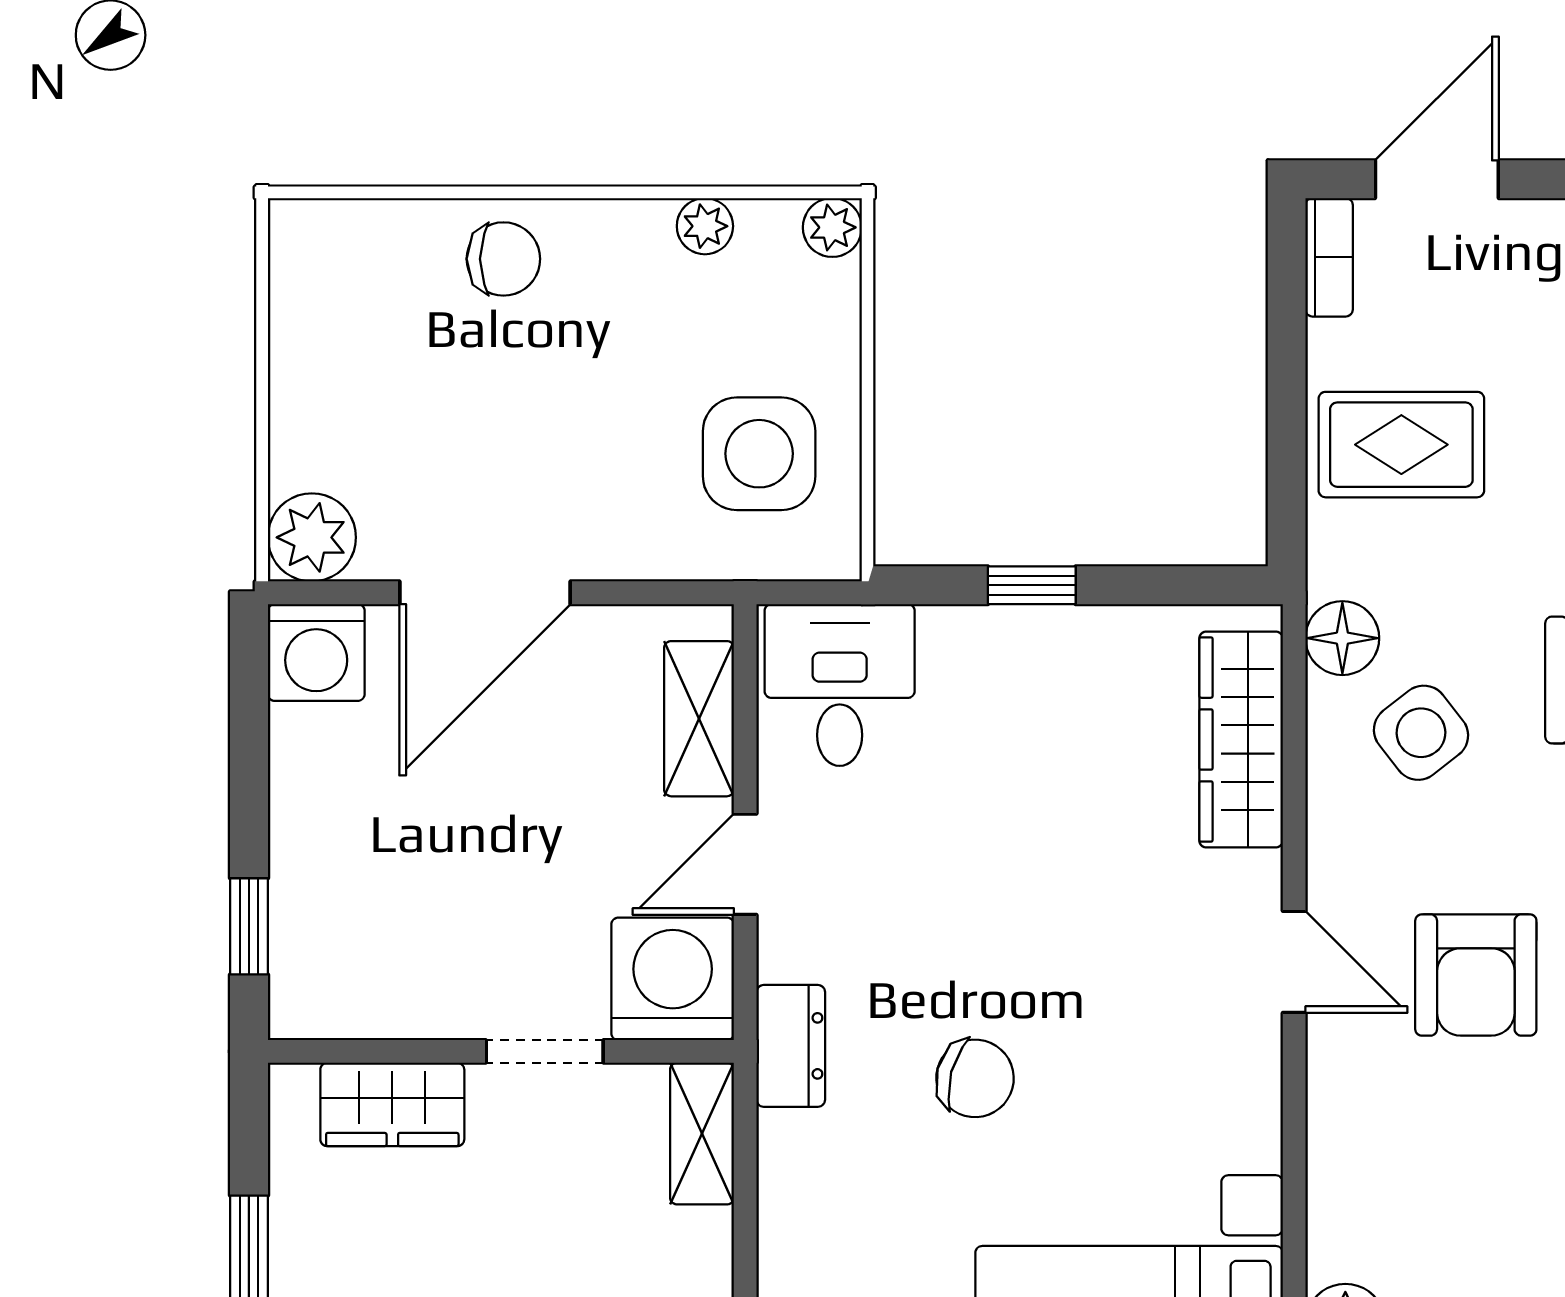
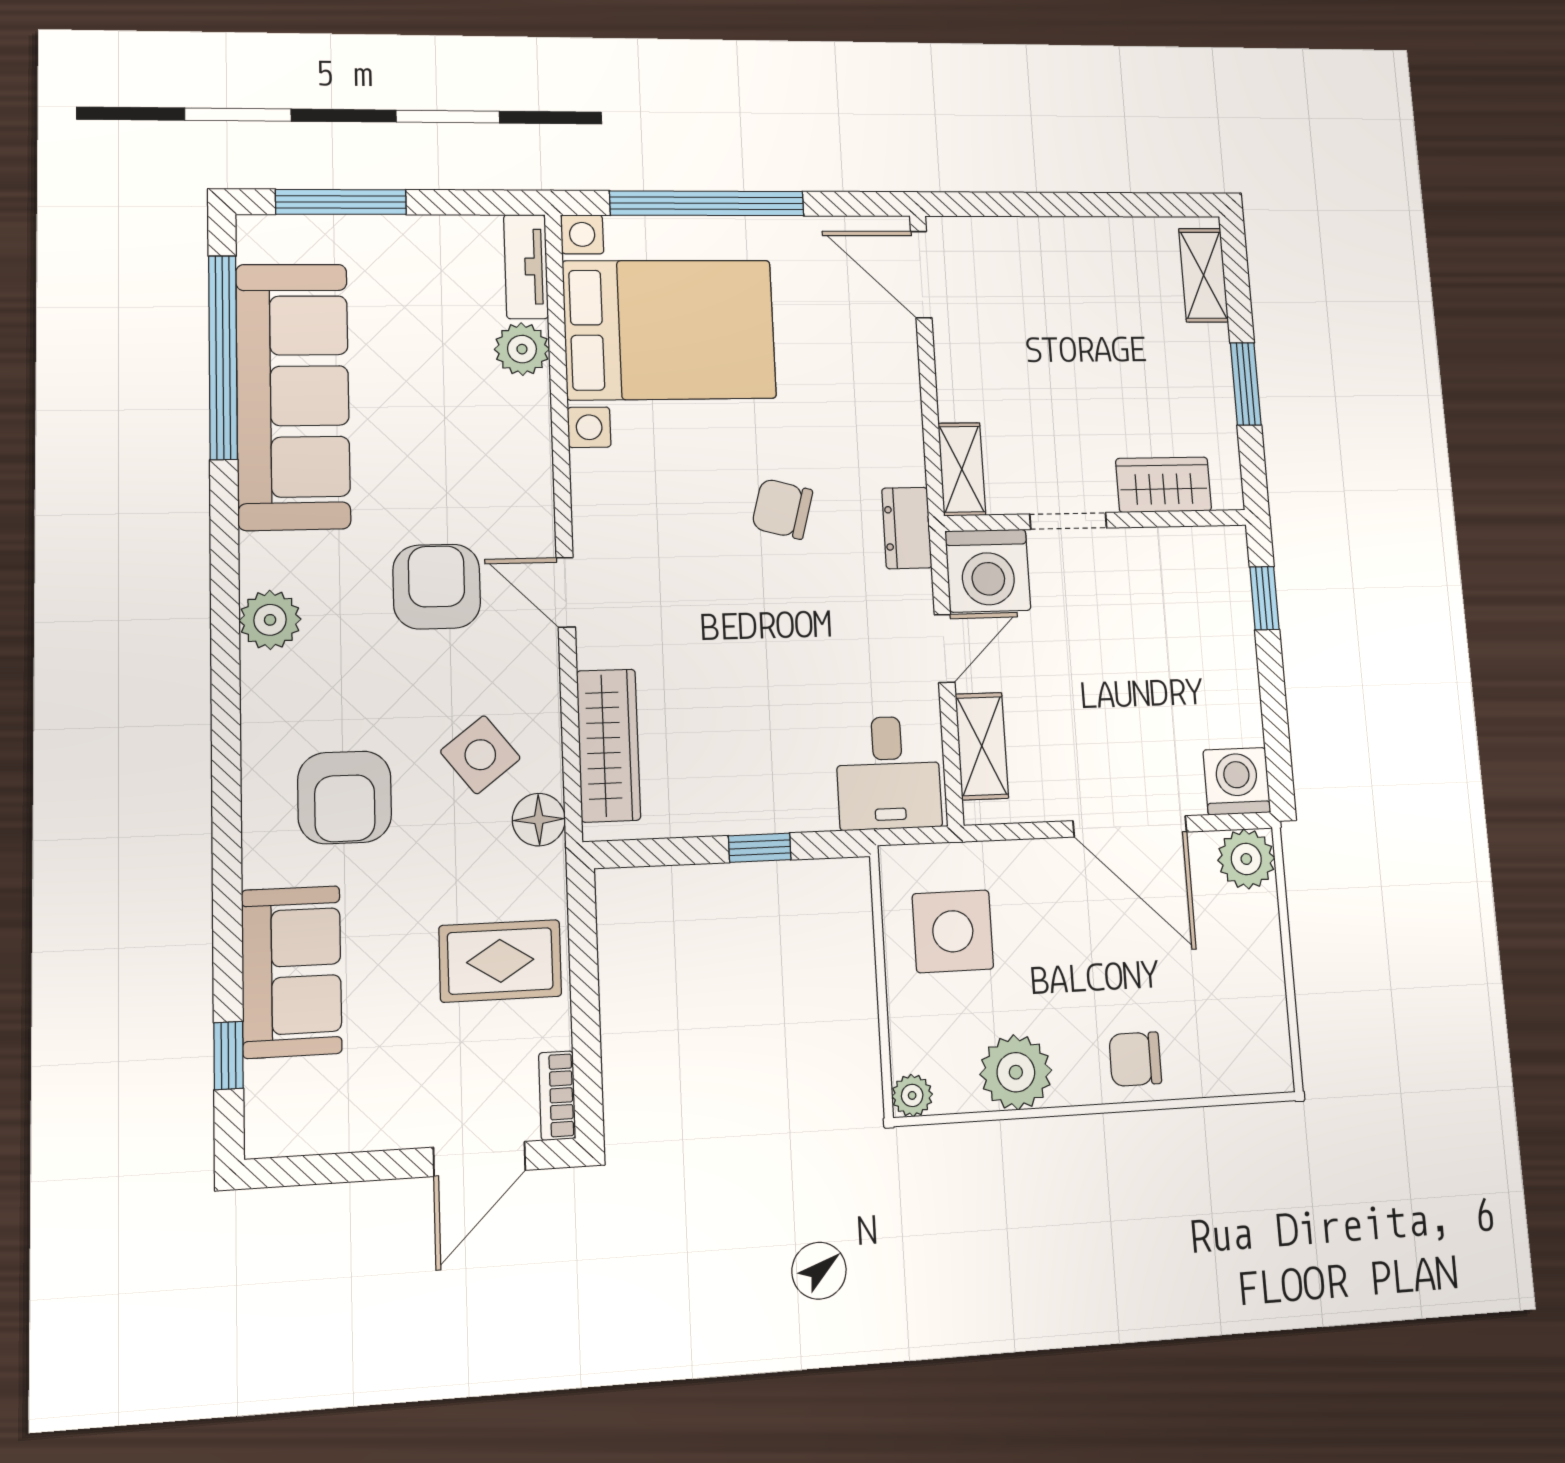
plant: (705, 226) -> (1016, 1072), width x1.87, depth x1.87
door: (485, 593) -> (1130, 826), swing flipped

